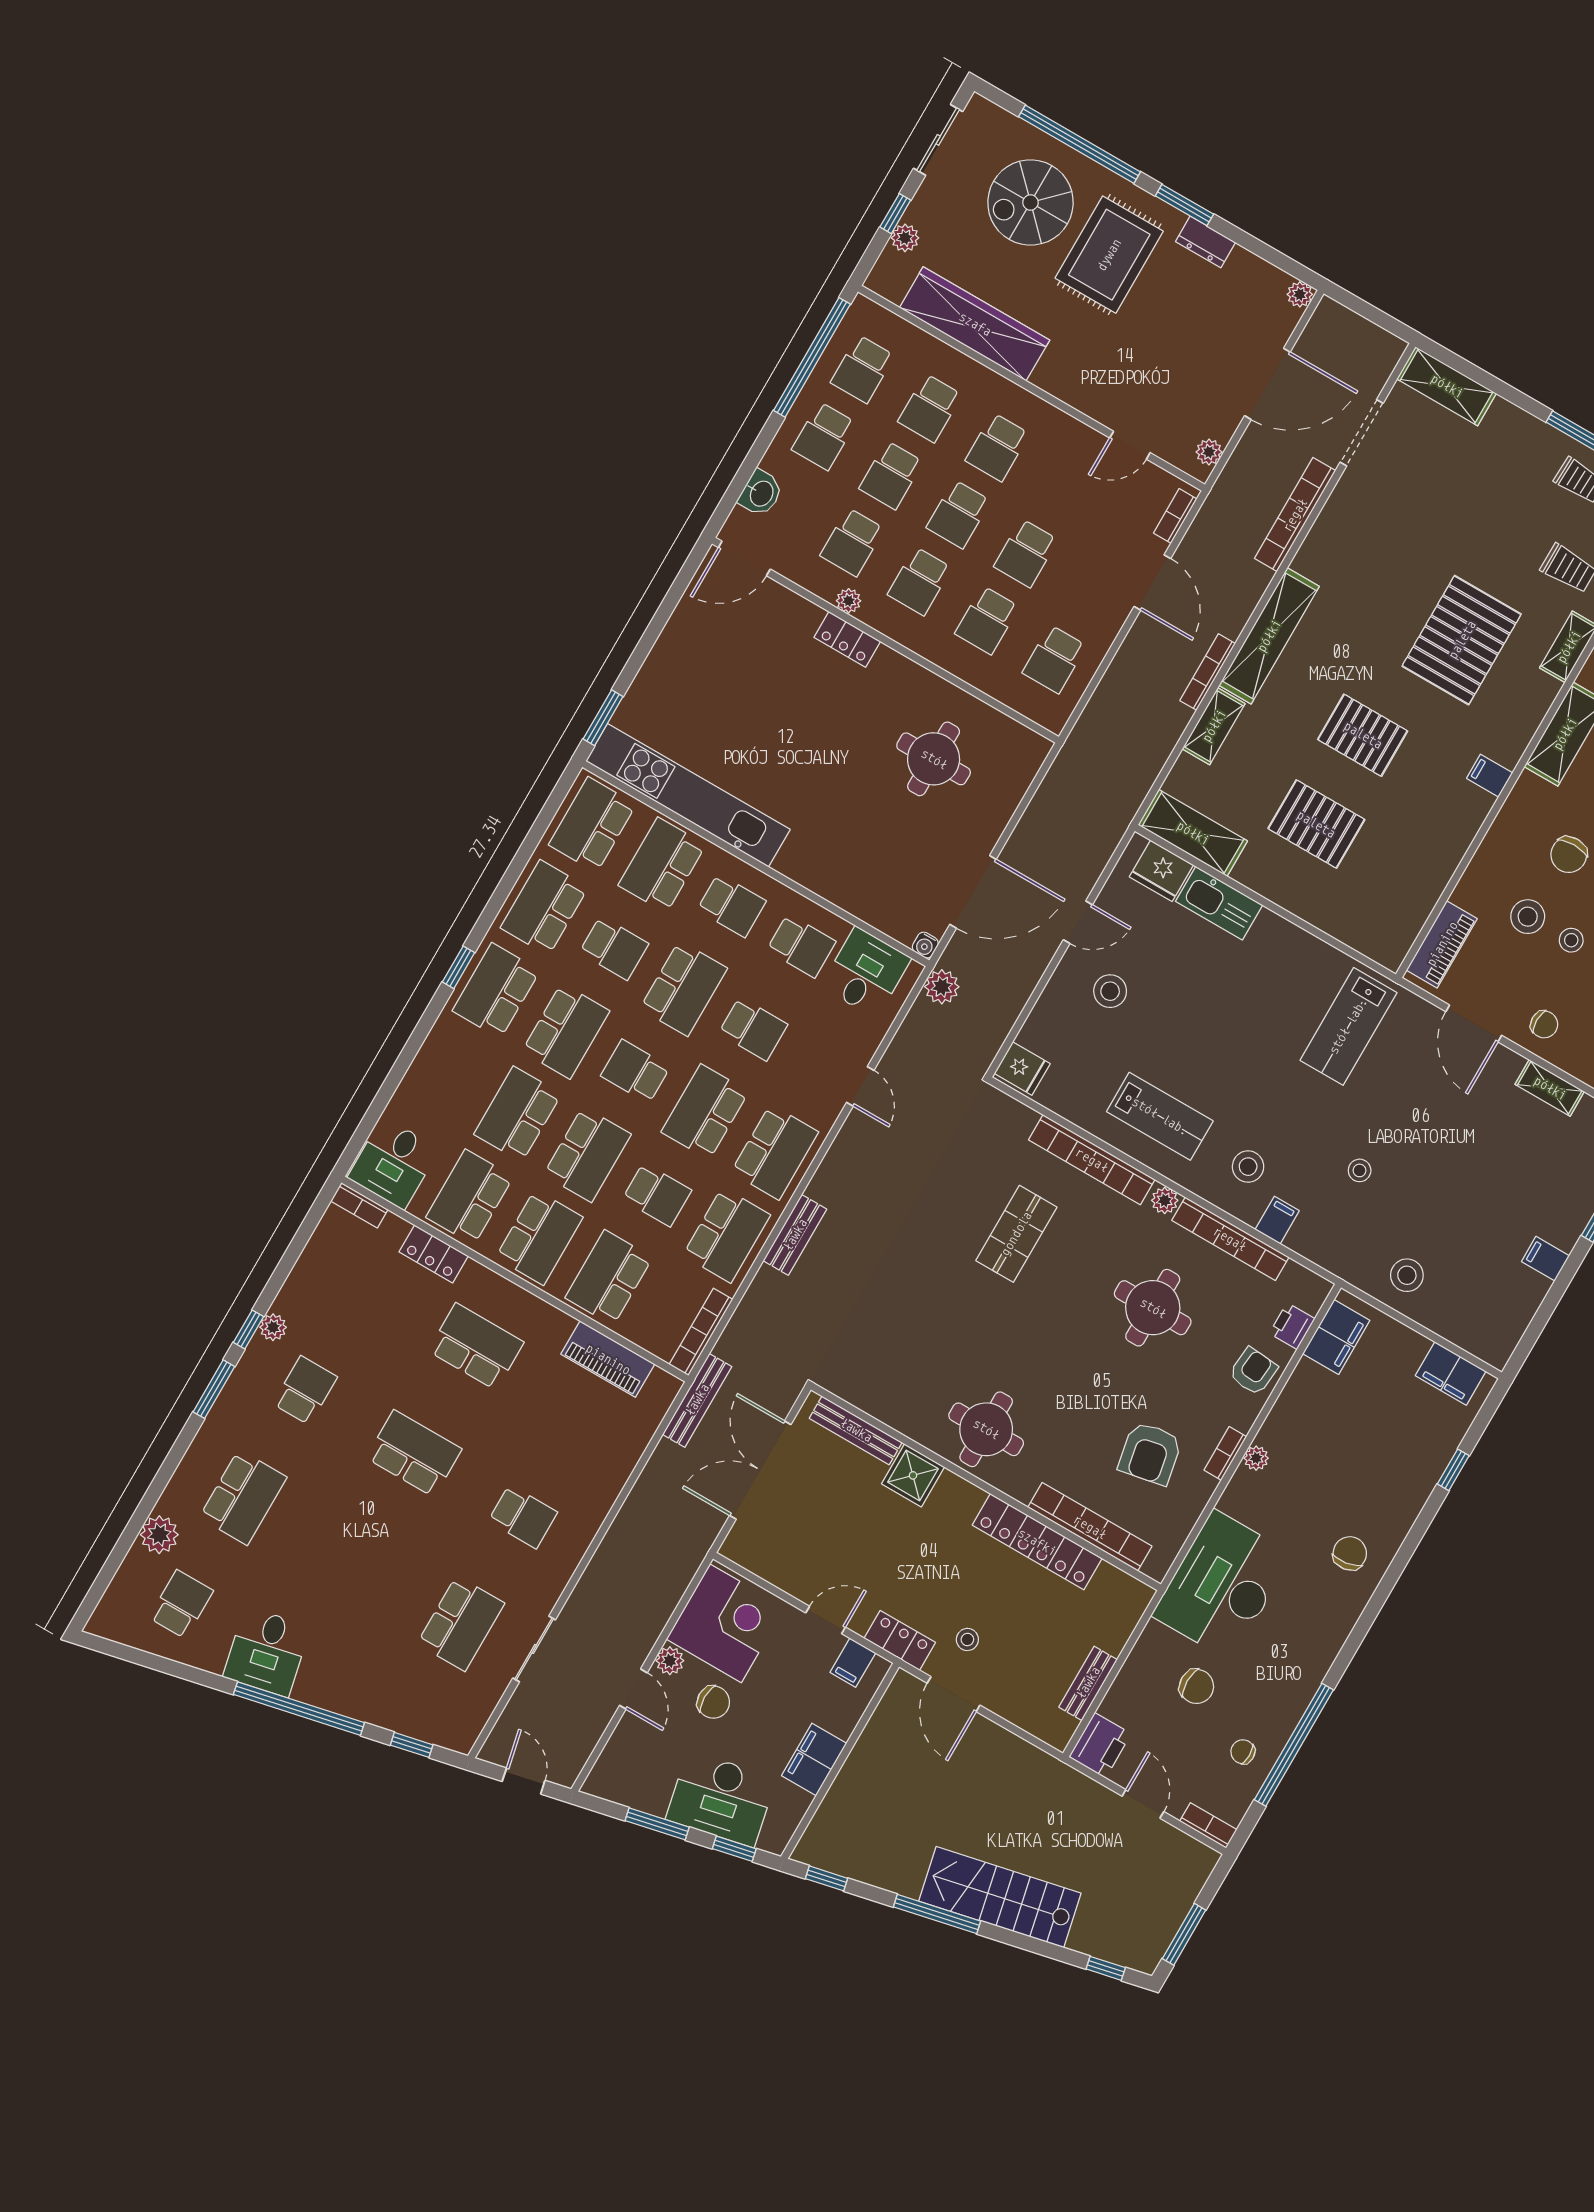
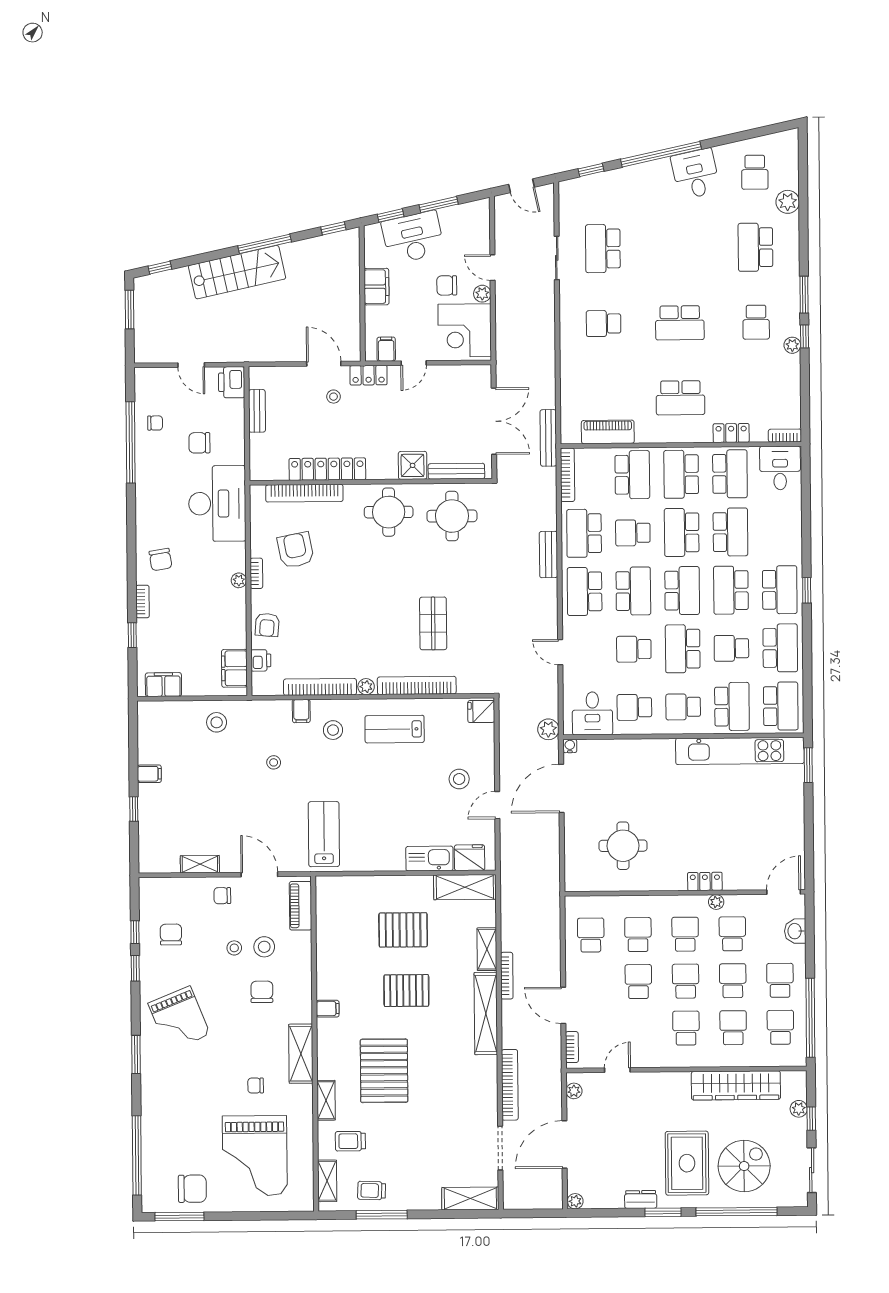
school desk: (635, 1071) -> (682, 591), width x1.85
round table: (1153, 1308) -> (452, 516), moved
bookcase: (1208, 1825) -> (143, 601), moved, turned -90

